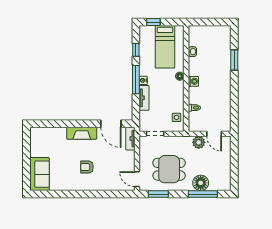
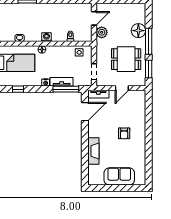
window: (136, 80) -> (66, 89), moved
fireplace: (82, 133) -> (93, 151), moved
dining table: (169, 169) -> (126, 59), turned 90
sofa: (39, 174) -> (119, 176), moved
door: (137, 179) -> (122, 88), moved
window: (203, 194) -> (149, 41), moved

